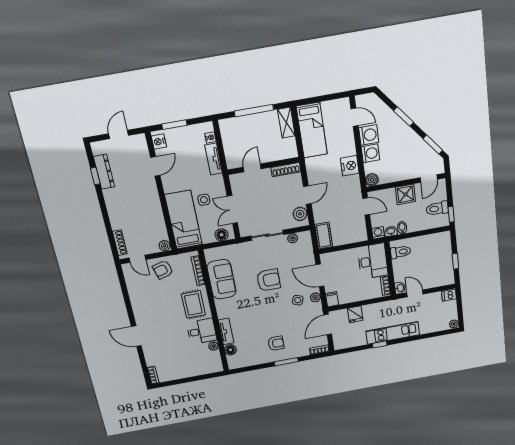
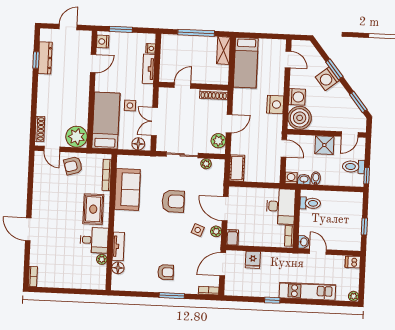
washing machine: (369, 135) -> (327, 79), moved, turned 141
boiler: (372, 180) -> (300, 118), width x1.86, depth x1.86
plant: (165, 246) -> (77, 137), width x1.87, depth x1.87
kitchen unit: (393, 333) -> (307, 291), moved

